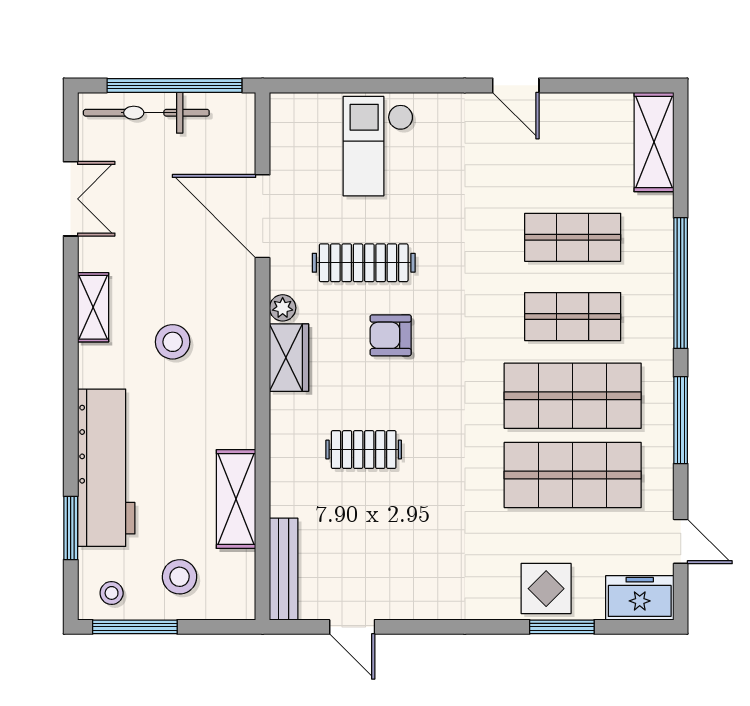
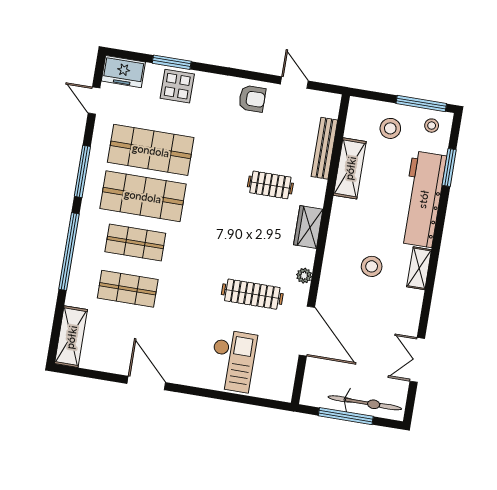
window: (174, 85) -> (346, 416), width x0.68
door: (516, 85) -> (146, 383), width x1.38
shelving: (93, 307) -> (419, 268), moved
armchair: (391, 335) -> (252, 99), moved
wardrobe: (289, 358) -> (308, 227), moved
bench: (284, 569) -> (324, 148), moved

